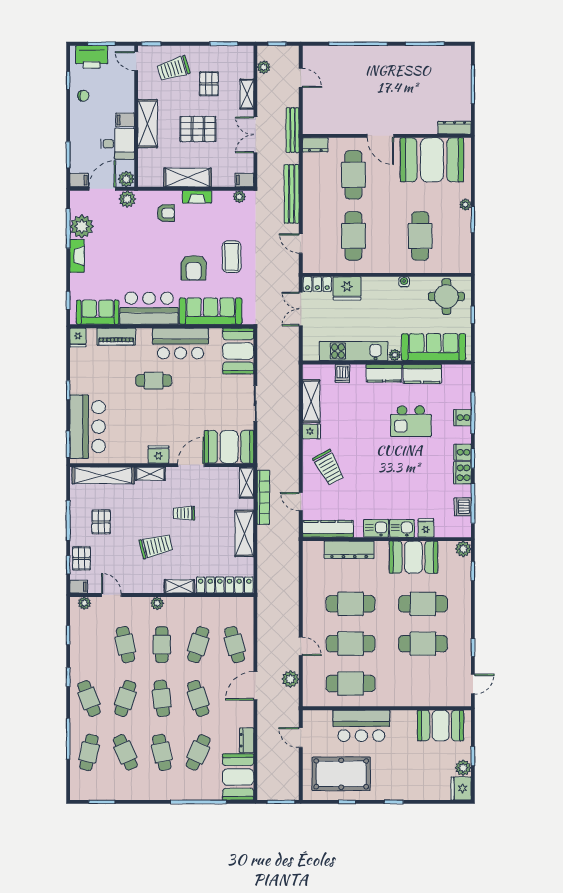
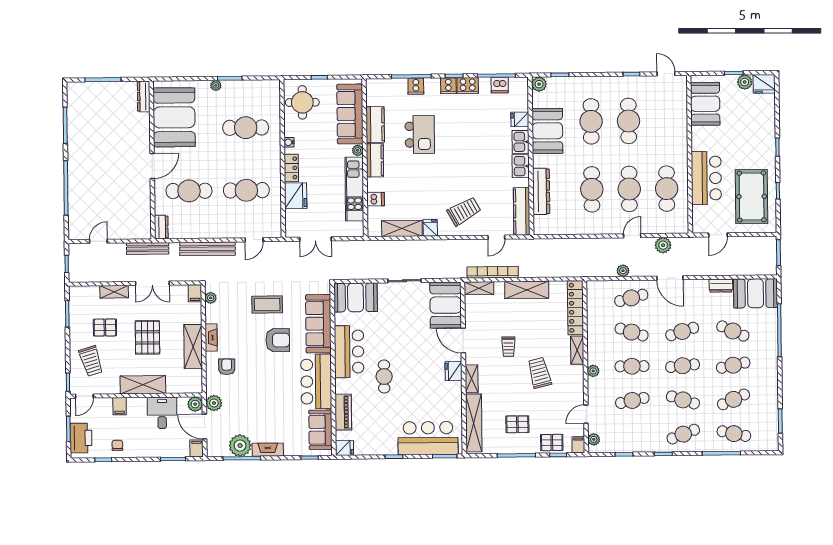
plant: (264, 67) -> (623, 271), moved
filing cabinet: (125, 120) -> (120, 406), moved
locker: (317, 284) -> (291, 168), moved

